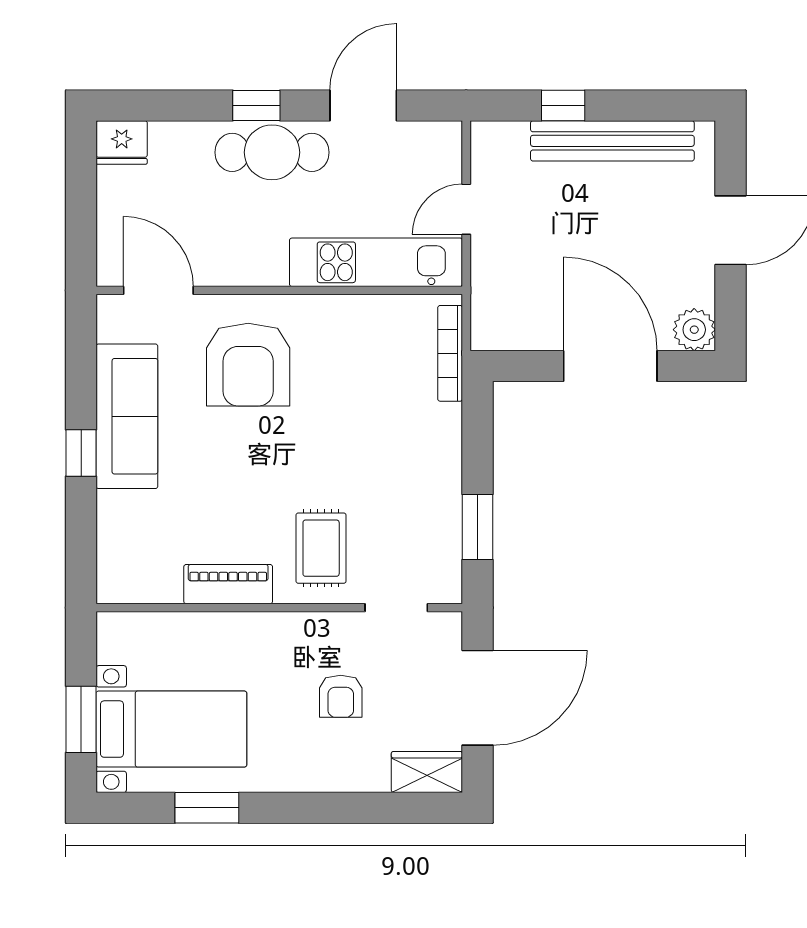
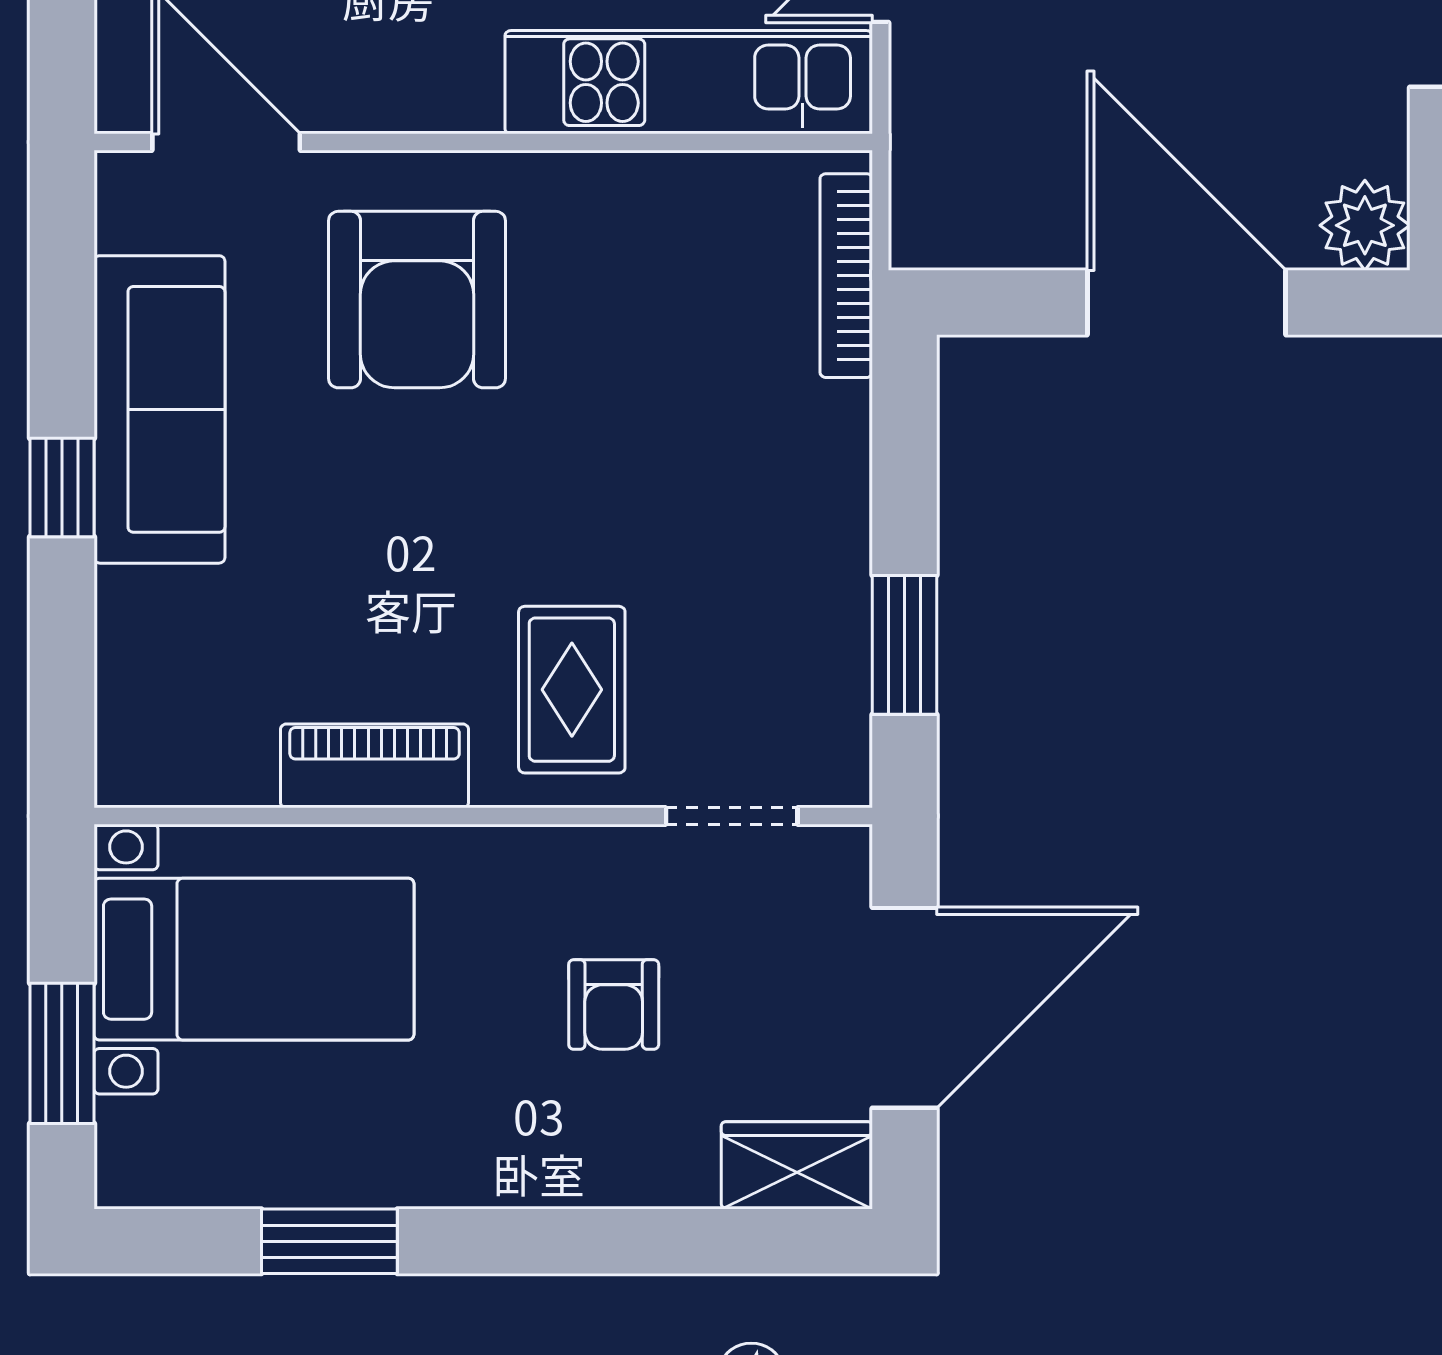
bed with nightstands: (171, 729) -> (254, 959), moved

